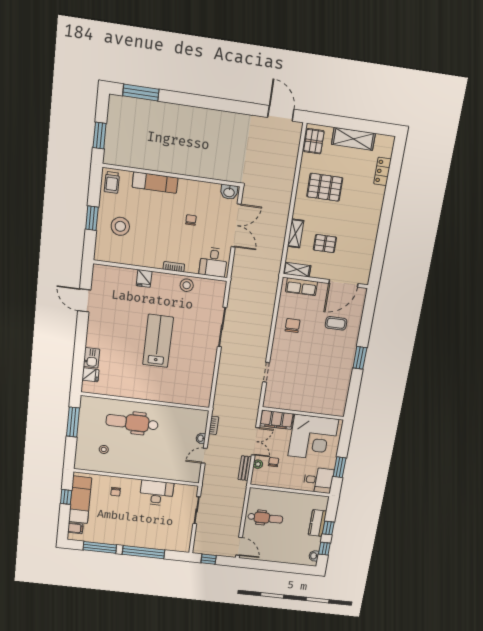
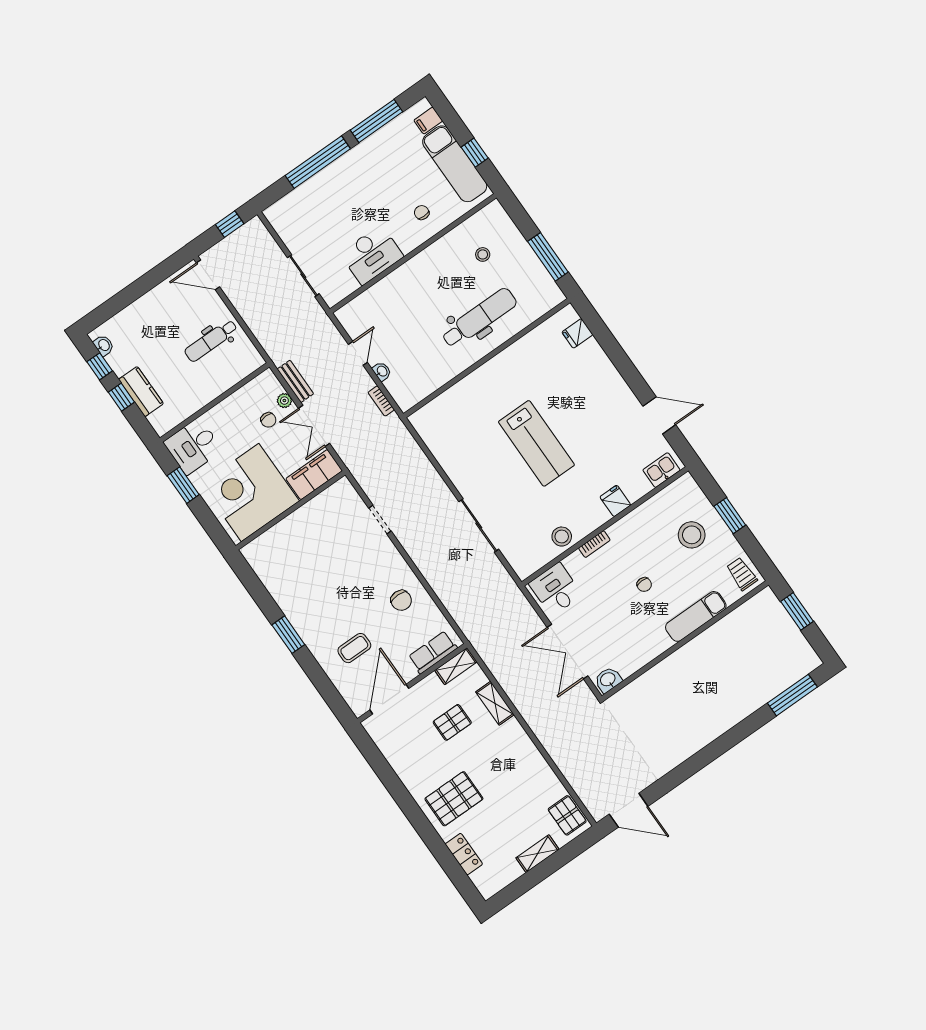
shelving: (353, 139) -> (537, 854), width x0.67, depth x0.75
pallet: (325, 187) -> (454, 799), moved
chair: (191, 220) -> (644, 584), moved
kitchen sink: (91, 358) -> (661, 470), moved, turned 90

